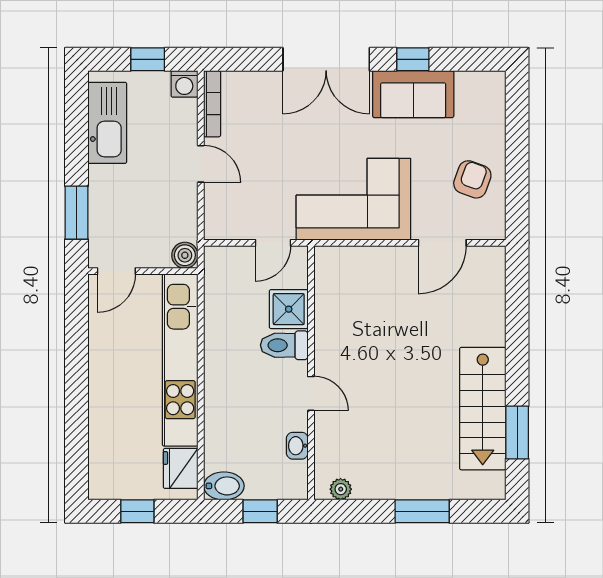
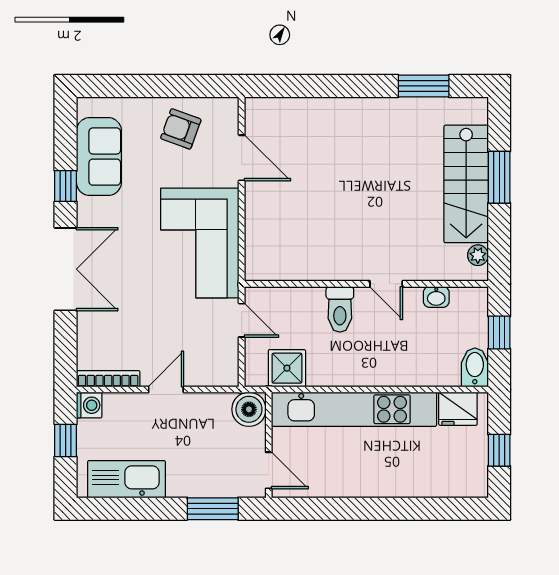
sofa: (413, 94) -> (99, 157), moved
boiler: (185, 255) -> (249, 409), width x1.36, depth x1.36
shower: (289, 309) -> (287, 368), moved
door: (311, 393) -> (386, 284), swing flipped
stairs: (483, 409) -> (466, 184), moved, turned 90

